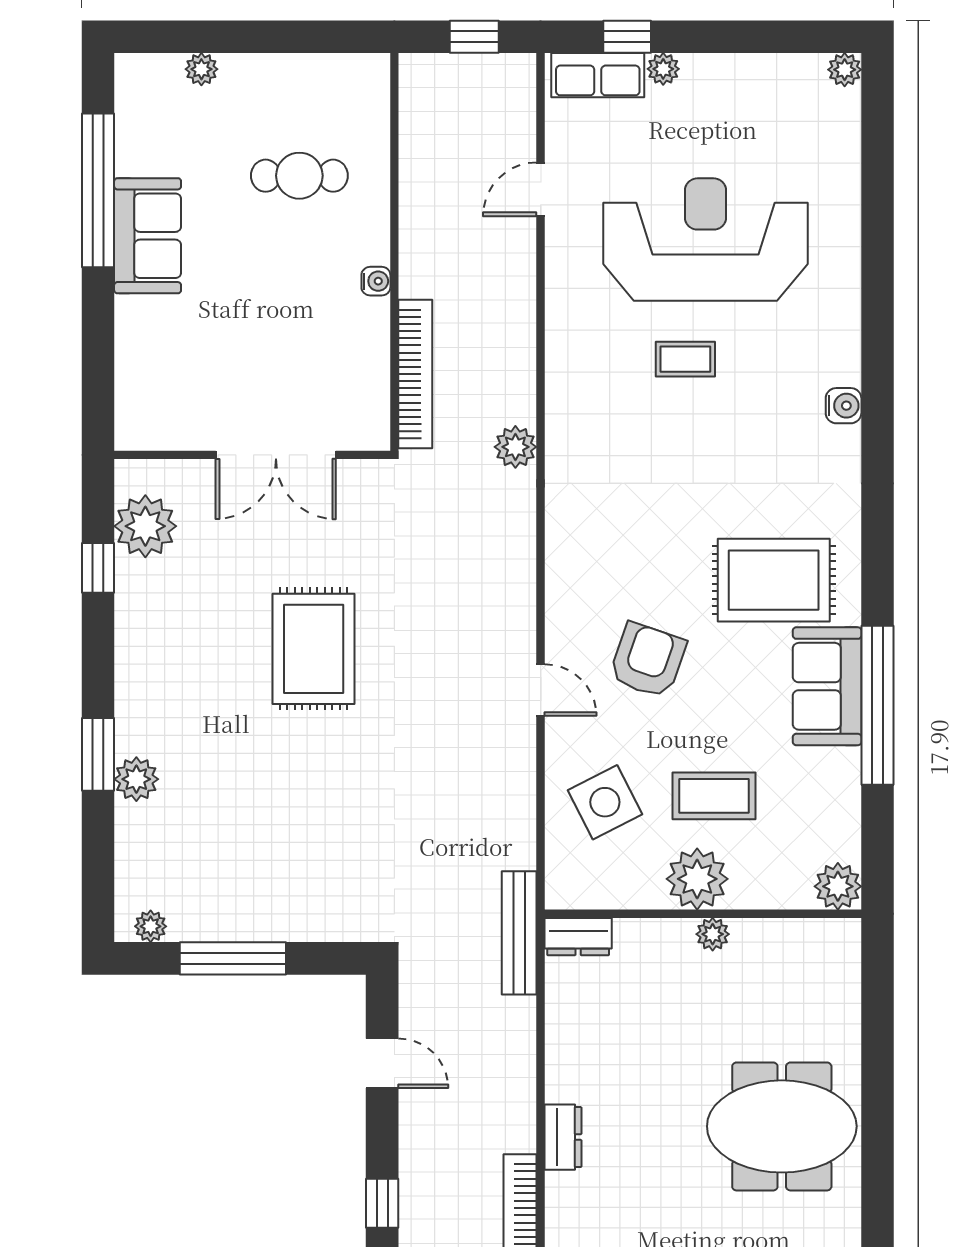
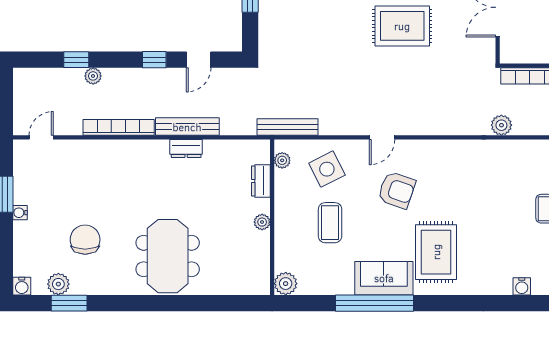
plant: (697, 879) -> (282, 160), moved, width x0.53, depth x0.53
bench: (519, 933) -> (288, 127), moved
dresser: (578, 937) -> (261, 181), moved
bench: (518, 1086) -> (187, 127), added
dresser: (563, 1137) -> (186, 149), moved
window: (382, 1203) -> (154, 60), moved

